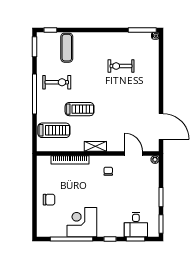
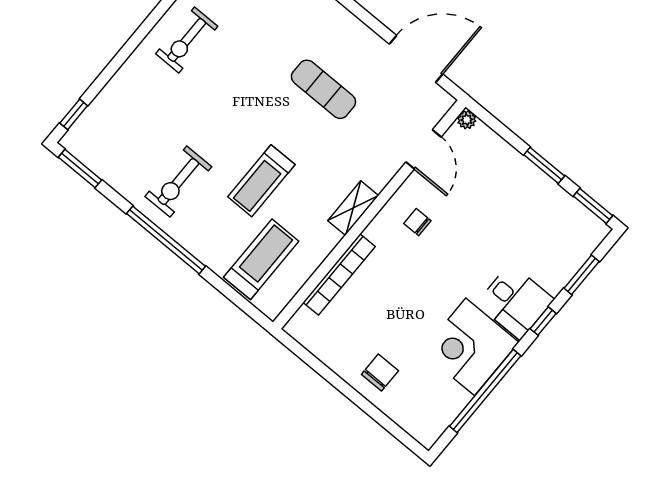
exercise mat: (67, 48) -> (323, 89), moved
exercise bike: (121, 66) -> (187, 40), moved
exercise bike: (57, 82) -> (178, 182), turned 180
treadmill: (80, 109) -> (261, 181), turned 180
door: (134, 153) -> (423, 149), swing flipped
desk: (136, 225) -> (515, 302), moved

